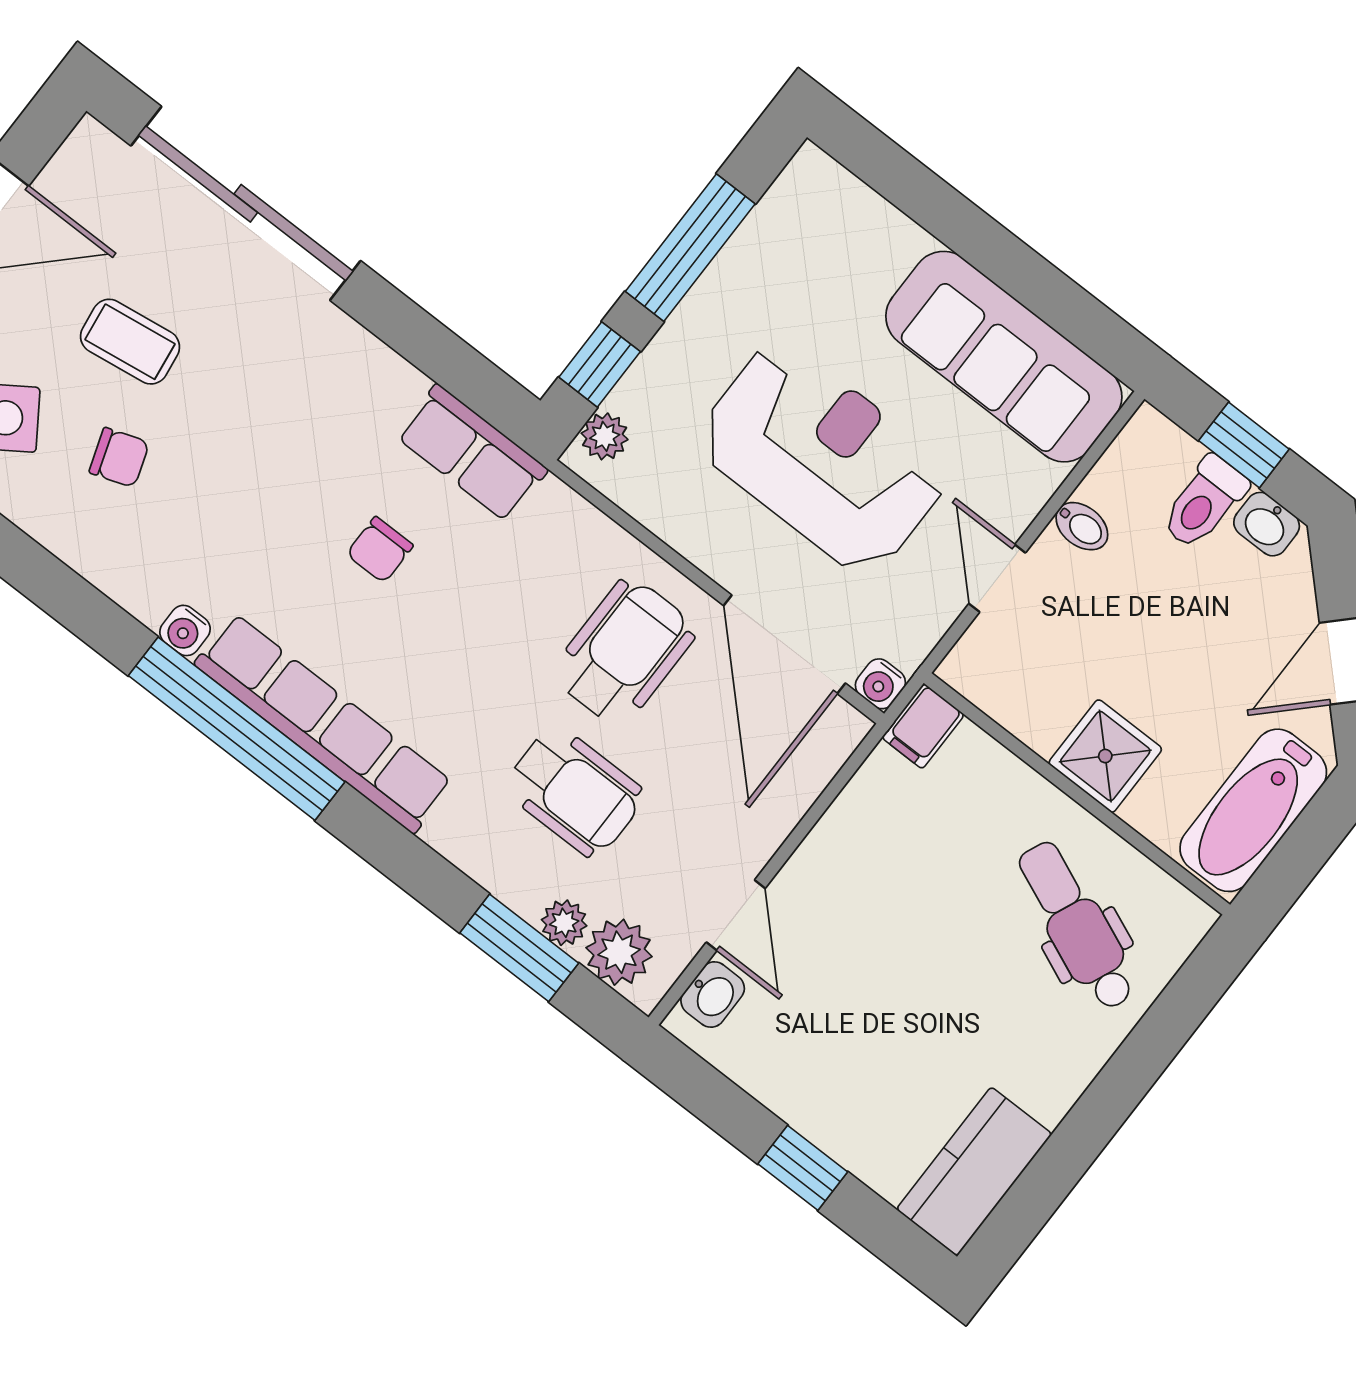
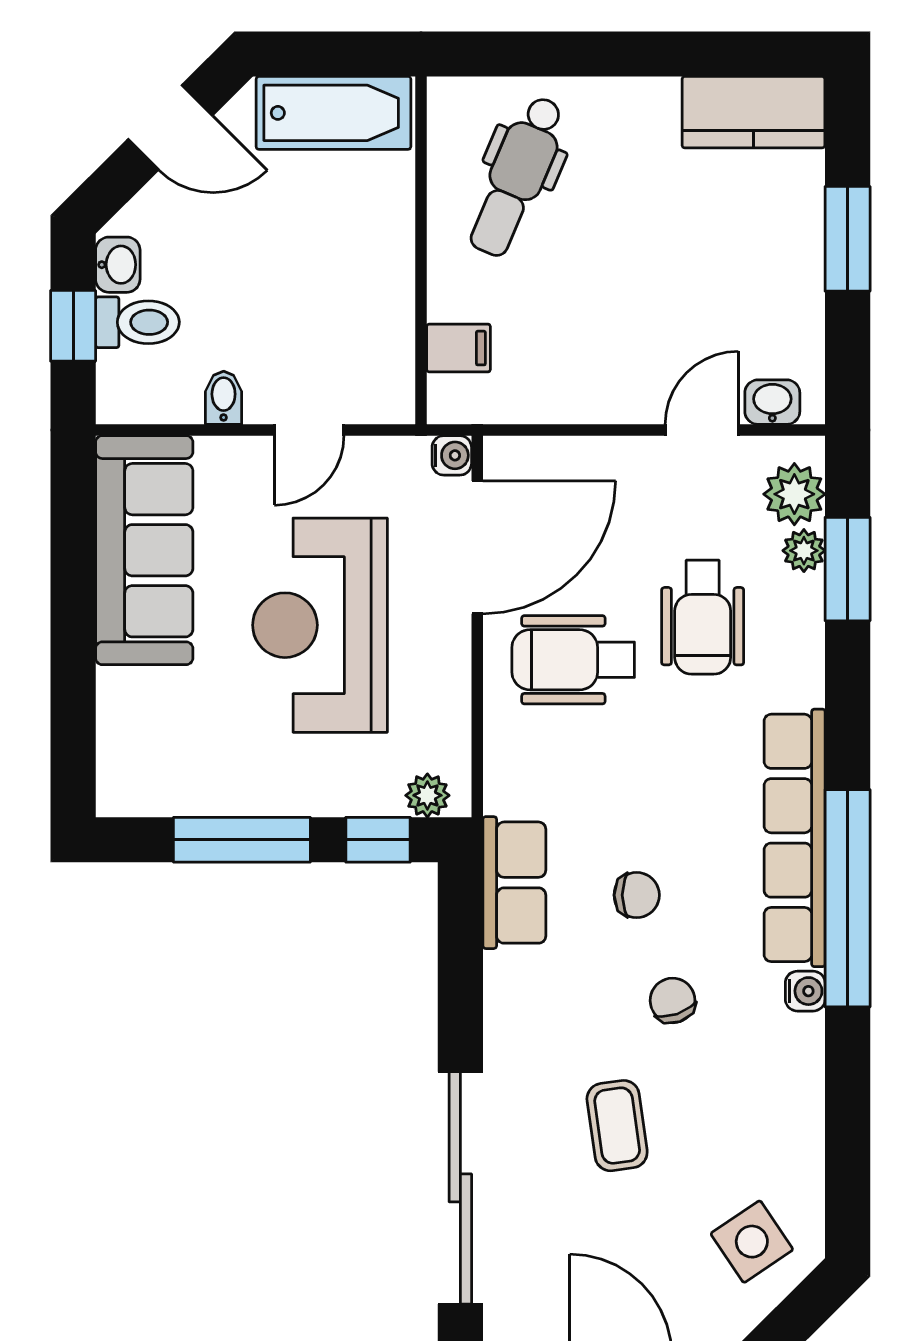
coffee table: (130, 342) -> (617, 1126), moved
chair: (119, 457) -> (673, 1000), moved
filing cabinet: (923, 726) -> (459, 348), moved
shower: (1105, 756) -> (377, 251), removed
wheelchair: (574, 792) -> (703, 617), turned 180
window: (803, 1168) -> (848, 239), width x1.50

